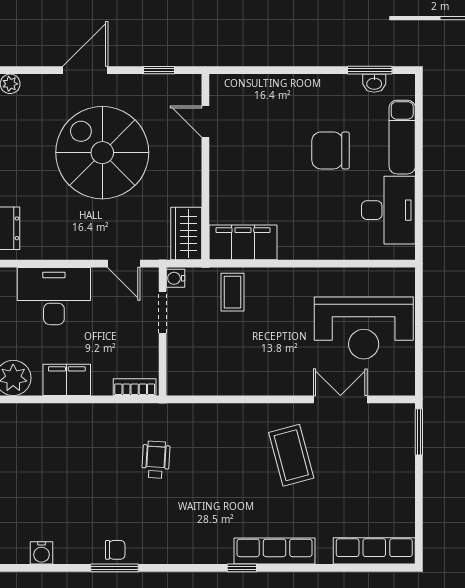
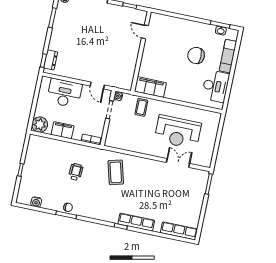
spiral stairs: (102, 153) -> (98, 36), removed
wardrobe: (186, 234) -> (127, 78), removed
reception desk: (364, 328) -> (178, 132), moved
coffee table: (291, 455) -> (116, 172), moved
wheelchair: (156, 460) -> (76, 172), moved

